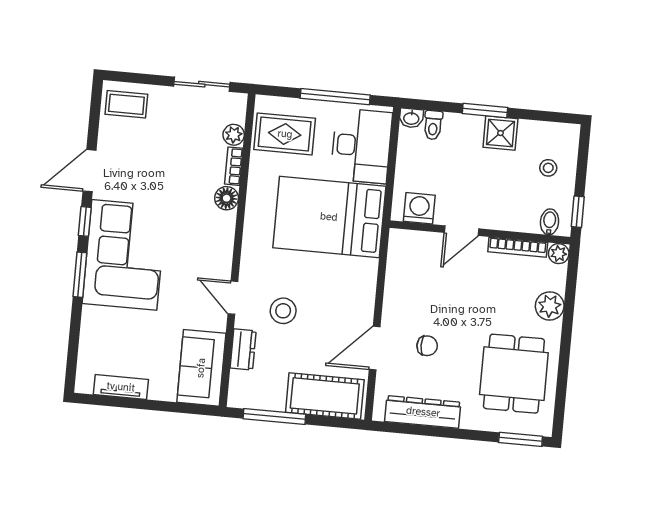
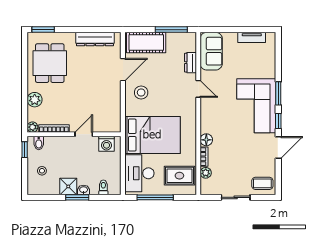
sliding door: (202, 84) -> (236, 197), moved
washbasin: (411, 118) -> (84, 190), moved
stool: (283, 311) -> (141, 93), moved
chair: (427, 346) -> (96, 73), removed

